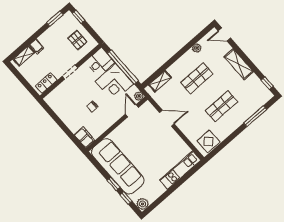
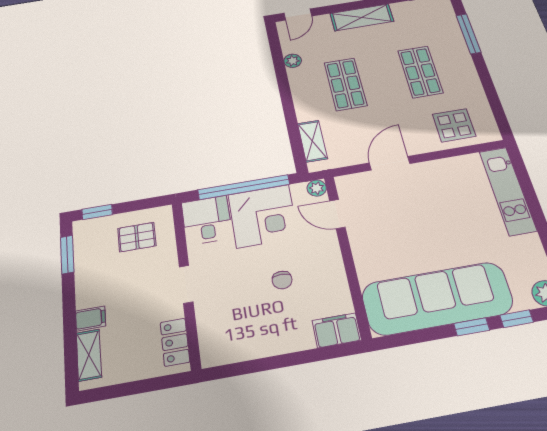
display table: (208, 141) -> (454, 125), moved

